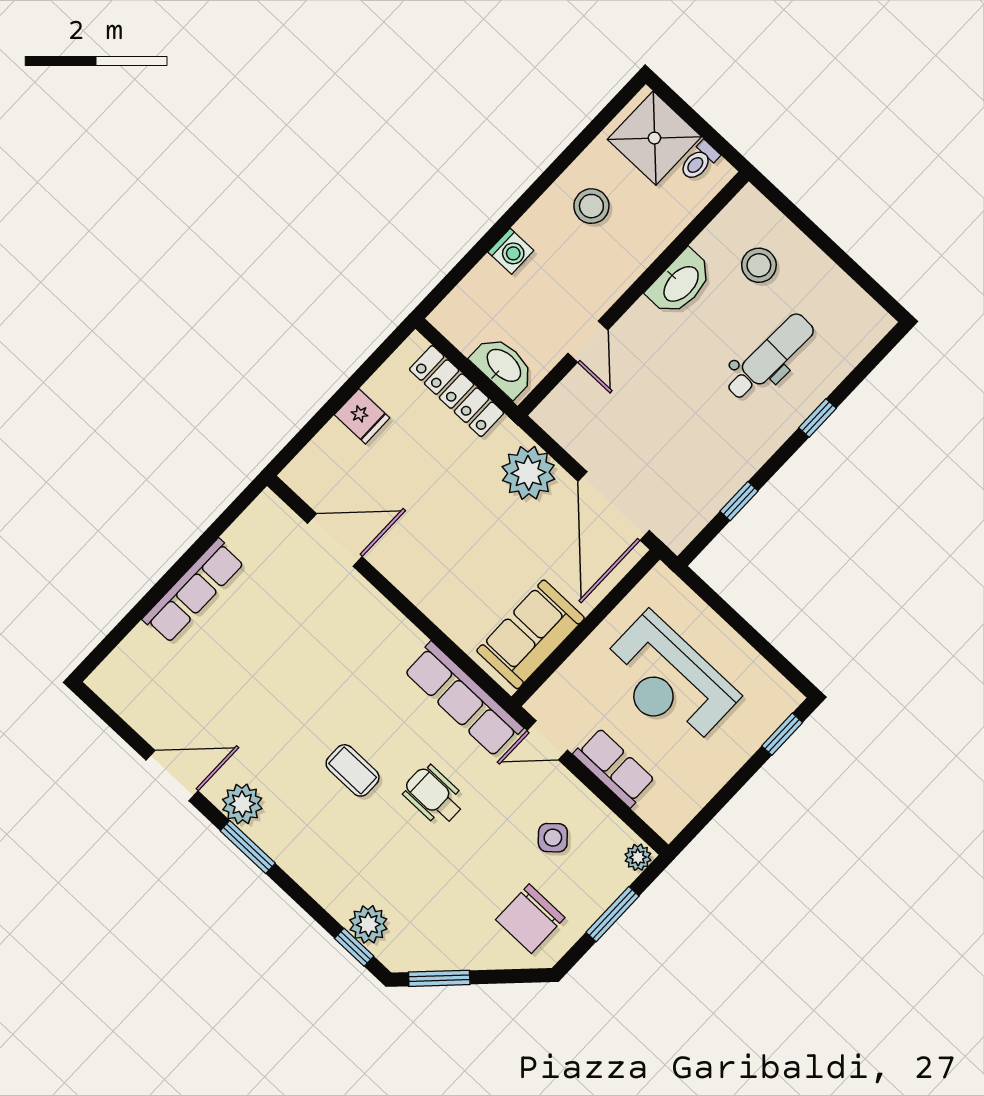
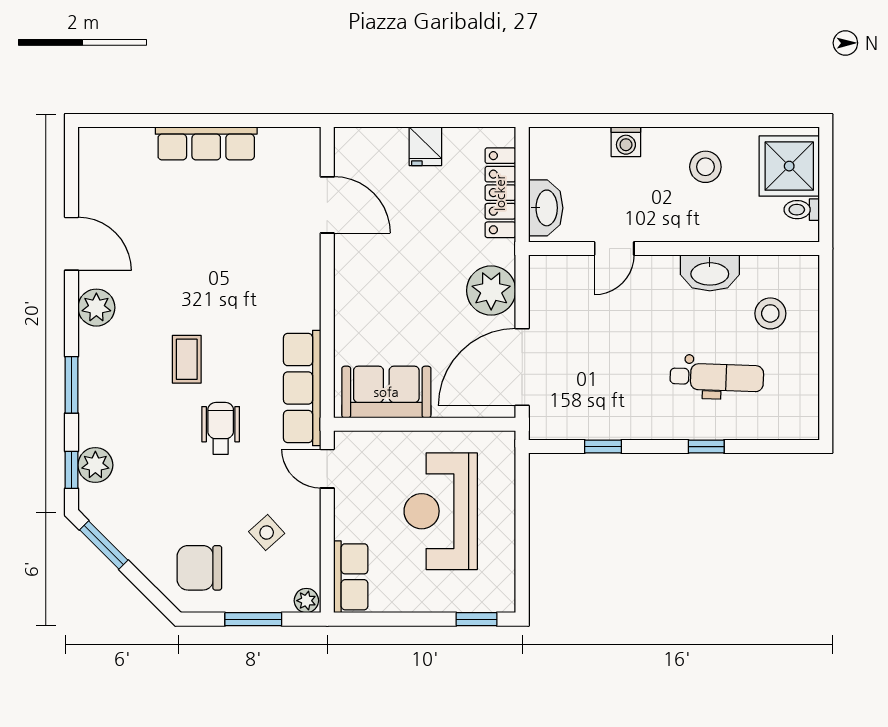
row of seats: (614, 767) -> (351, 577), moved
window: (248, 847) -> (72, 385), moved

